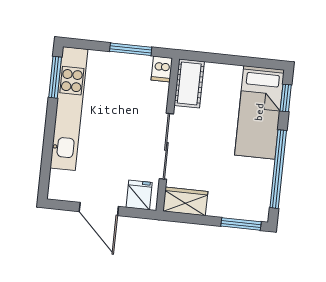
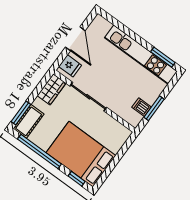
dishwasher: (162, 69) -> (142, 107), moved
cot: (189, 83) -> (29, 121), moved, turned 90
bed: (259, 112) -> (81, 154), width x1.50
door: (99, 209) -> (75, 39), swing flipped

